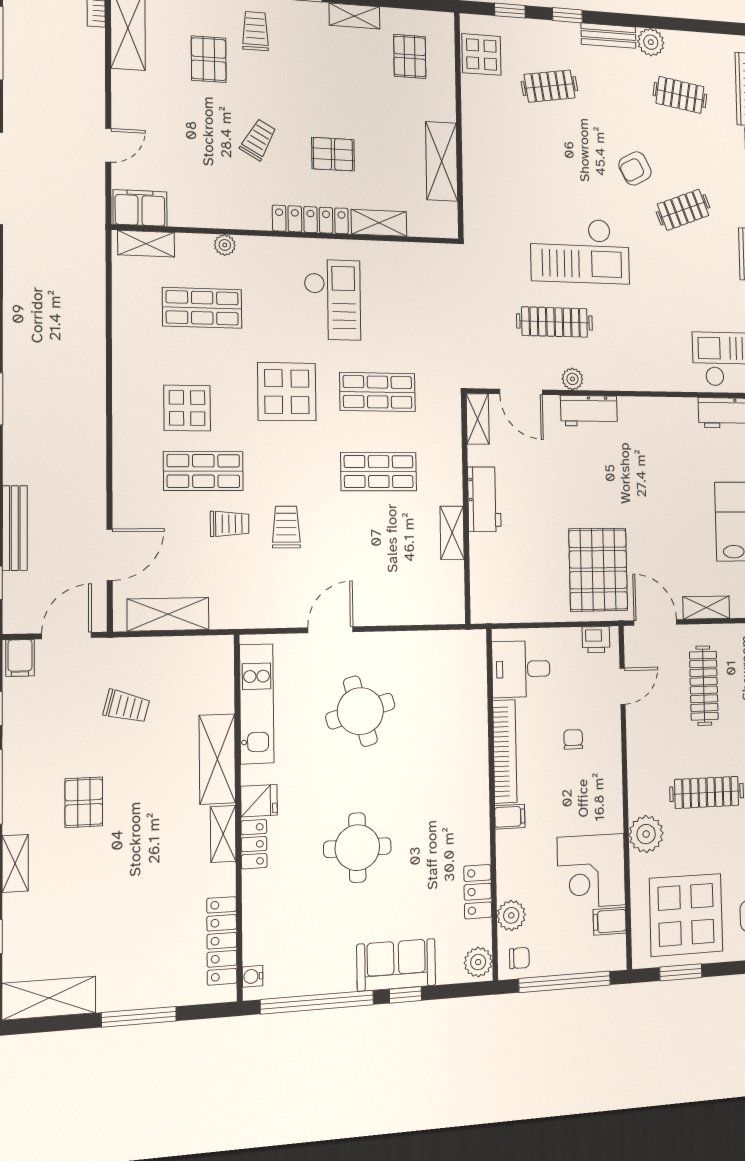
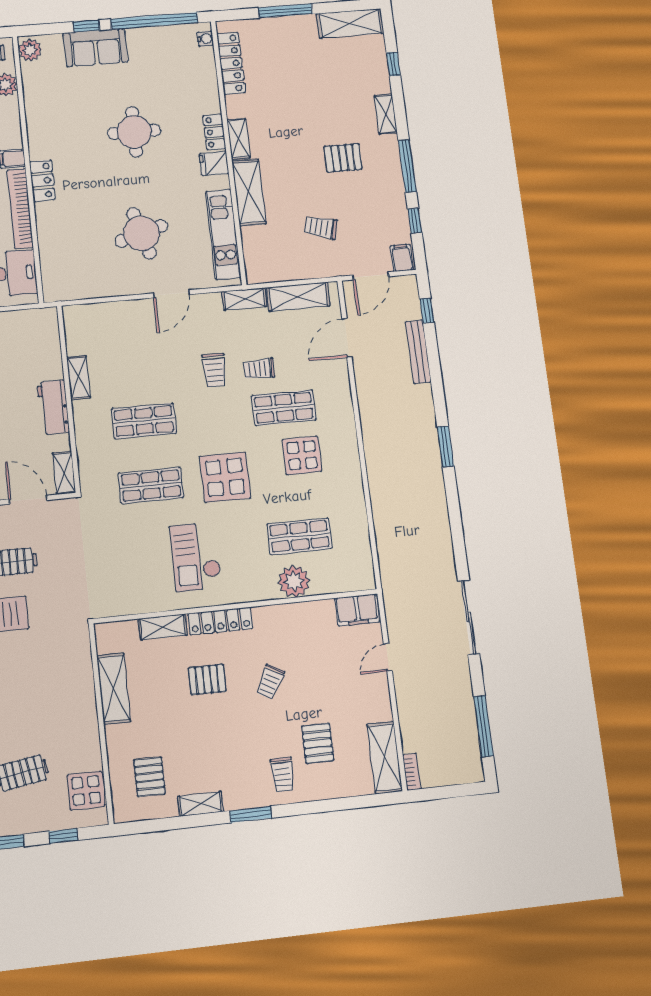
shelving: (146, 244) -> (244, 299), moved
plant: (225, 245) -> (294, 581), width x1.88, depth x1.88
pallet: (84, 802) -> (343, 158), turned 90
locker: (478, 892) -> (42, 181), moved

